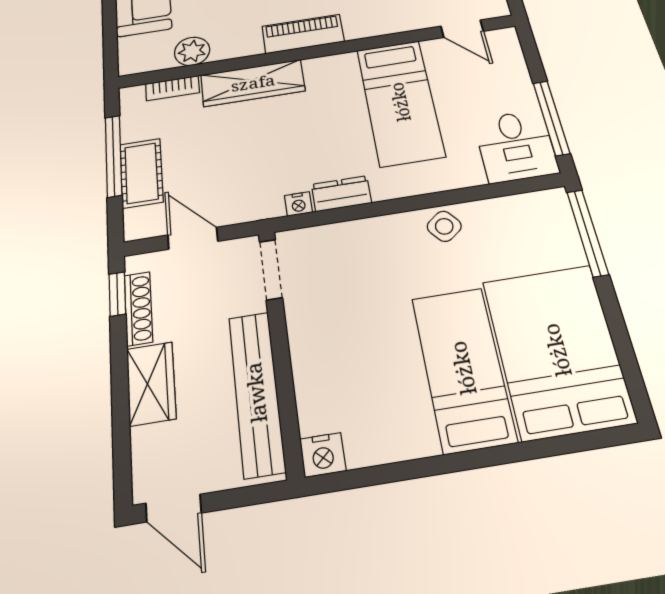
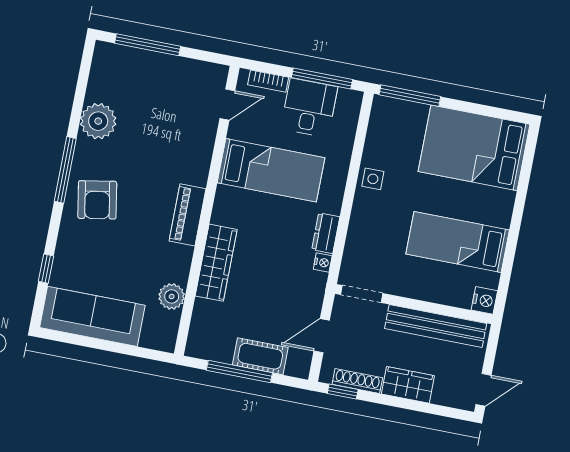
bookcase: (172, 88) -> (268, 81), moved, turned 90
desk: (516, 146) -> (309, 108), moved, turned -90
side table: (444, 226) -> (373, 179), turned 38
bed: (463, 368) -> (458, 242), moved

